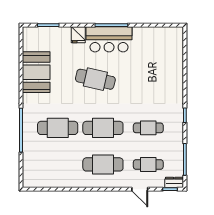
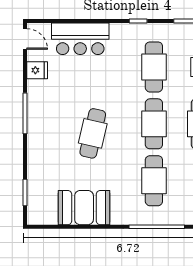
door: (171, 25) -> (25, 39), added
fridge: (78, 35) -> (37, 70), moved
bar counter: (109, 39) -> (80, 39), moved, turned 90
cafe table: (148, 128) -> (154, 67), width x1.37, depth x1.35

